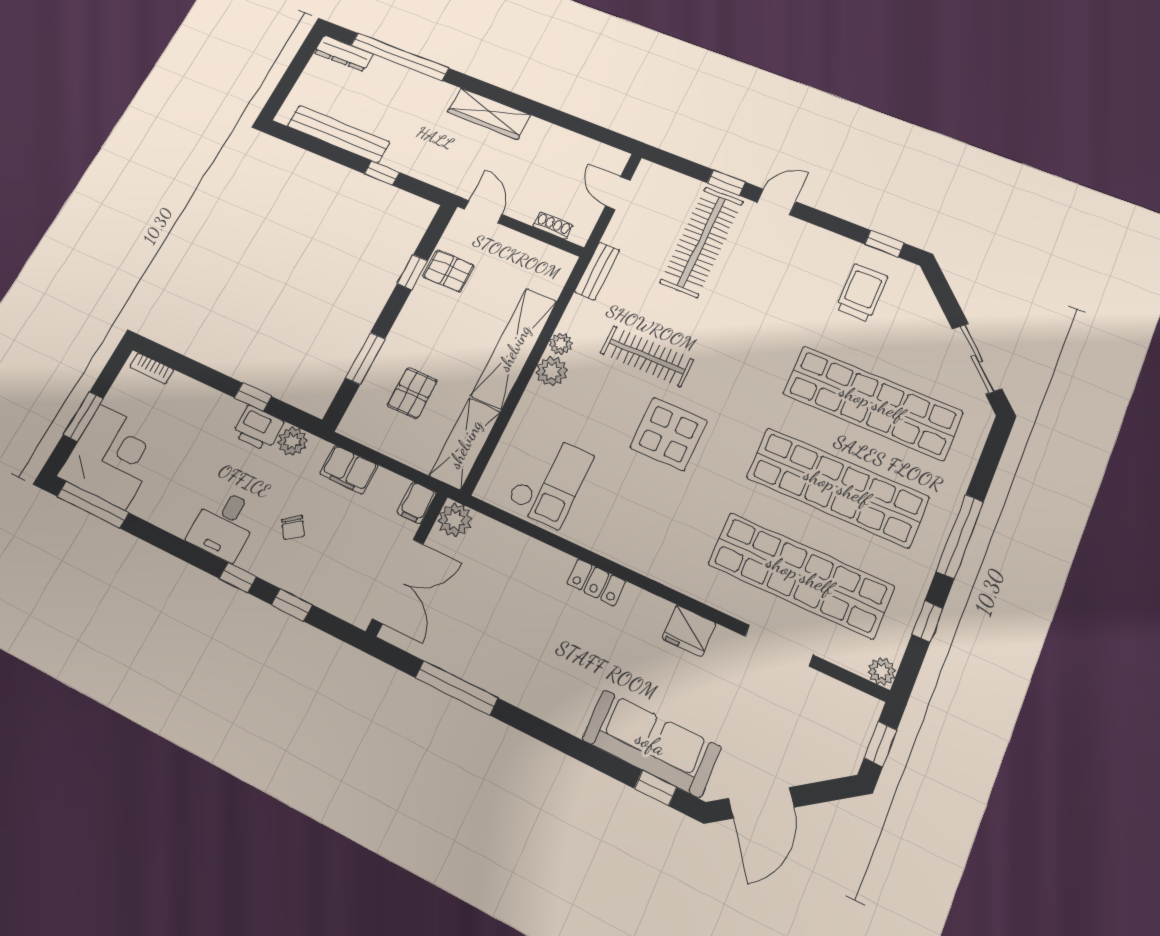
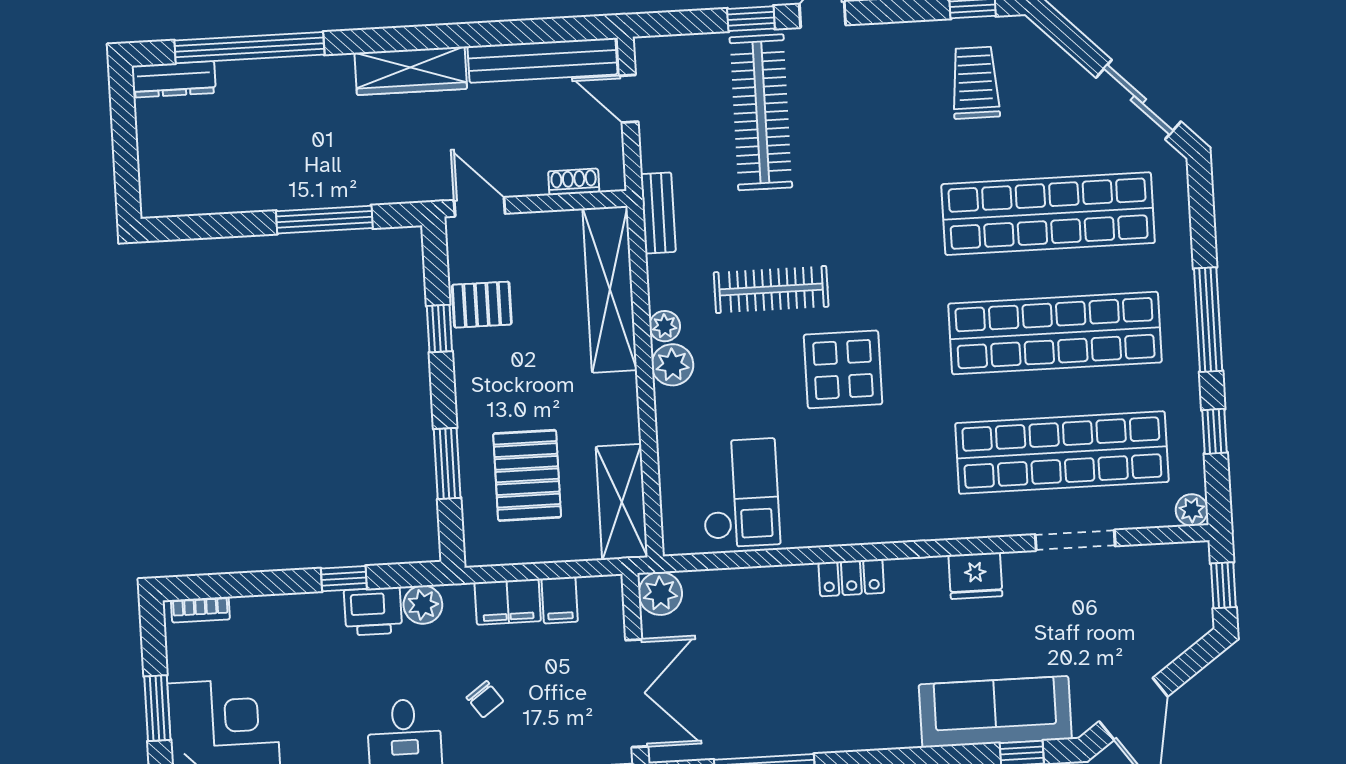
bench: (338, 134) -> (542, 60), moved
window: (382, 173) -> (324, 220), width x2.17
shelving: (514, 348) -> (610, 289), moved
pallet: (412, 393) -> (527, 475), width x1.50, depth x1.42
filing cabinet: (417, 503) -> (560, 600), moved

